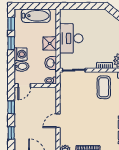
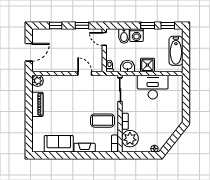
door: (58, 121) -> (85, 74), moved

